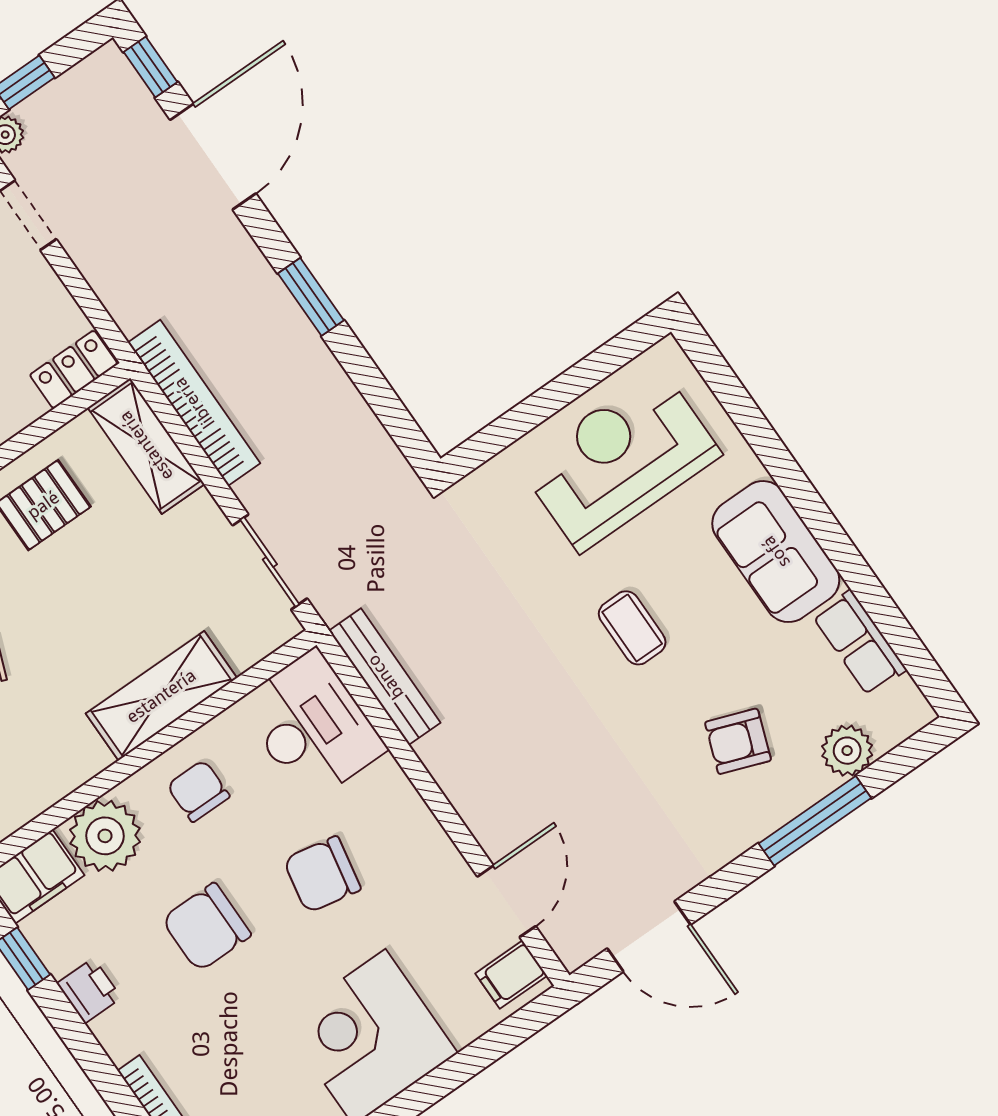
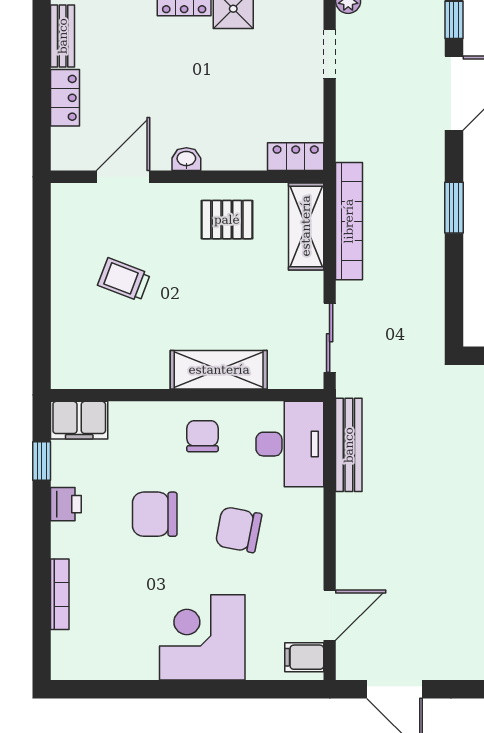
plant: (105, 836) -> (134, 425), removed

